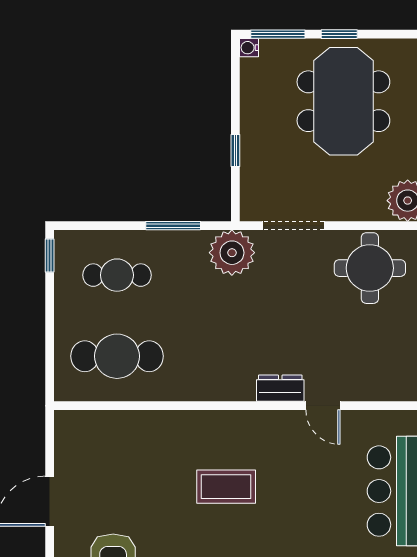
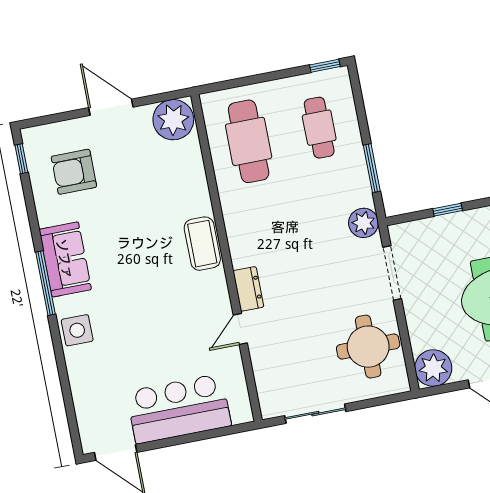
plant: (232, 253) -> (363, 223), width x0.73, depth x0.73
plant: (77, 435) -> (173, 120), added
coffee table: (226, 487) -> (202, 244), moved

